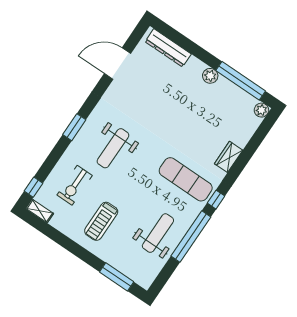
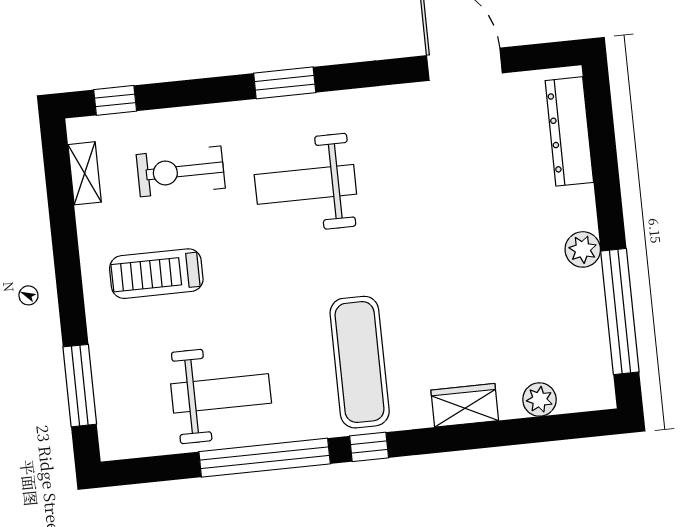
plant: (261, 110) -> (539, 400), moved
shelving: (40, 211) -> (85, 173), moved

